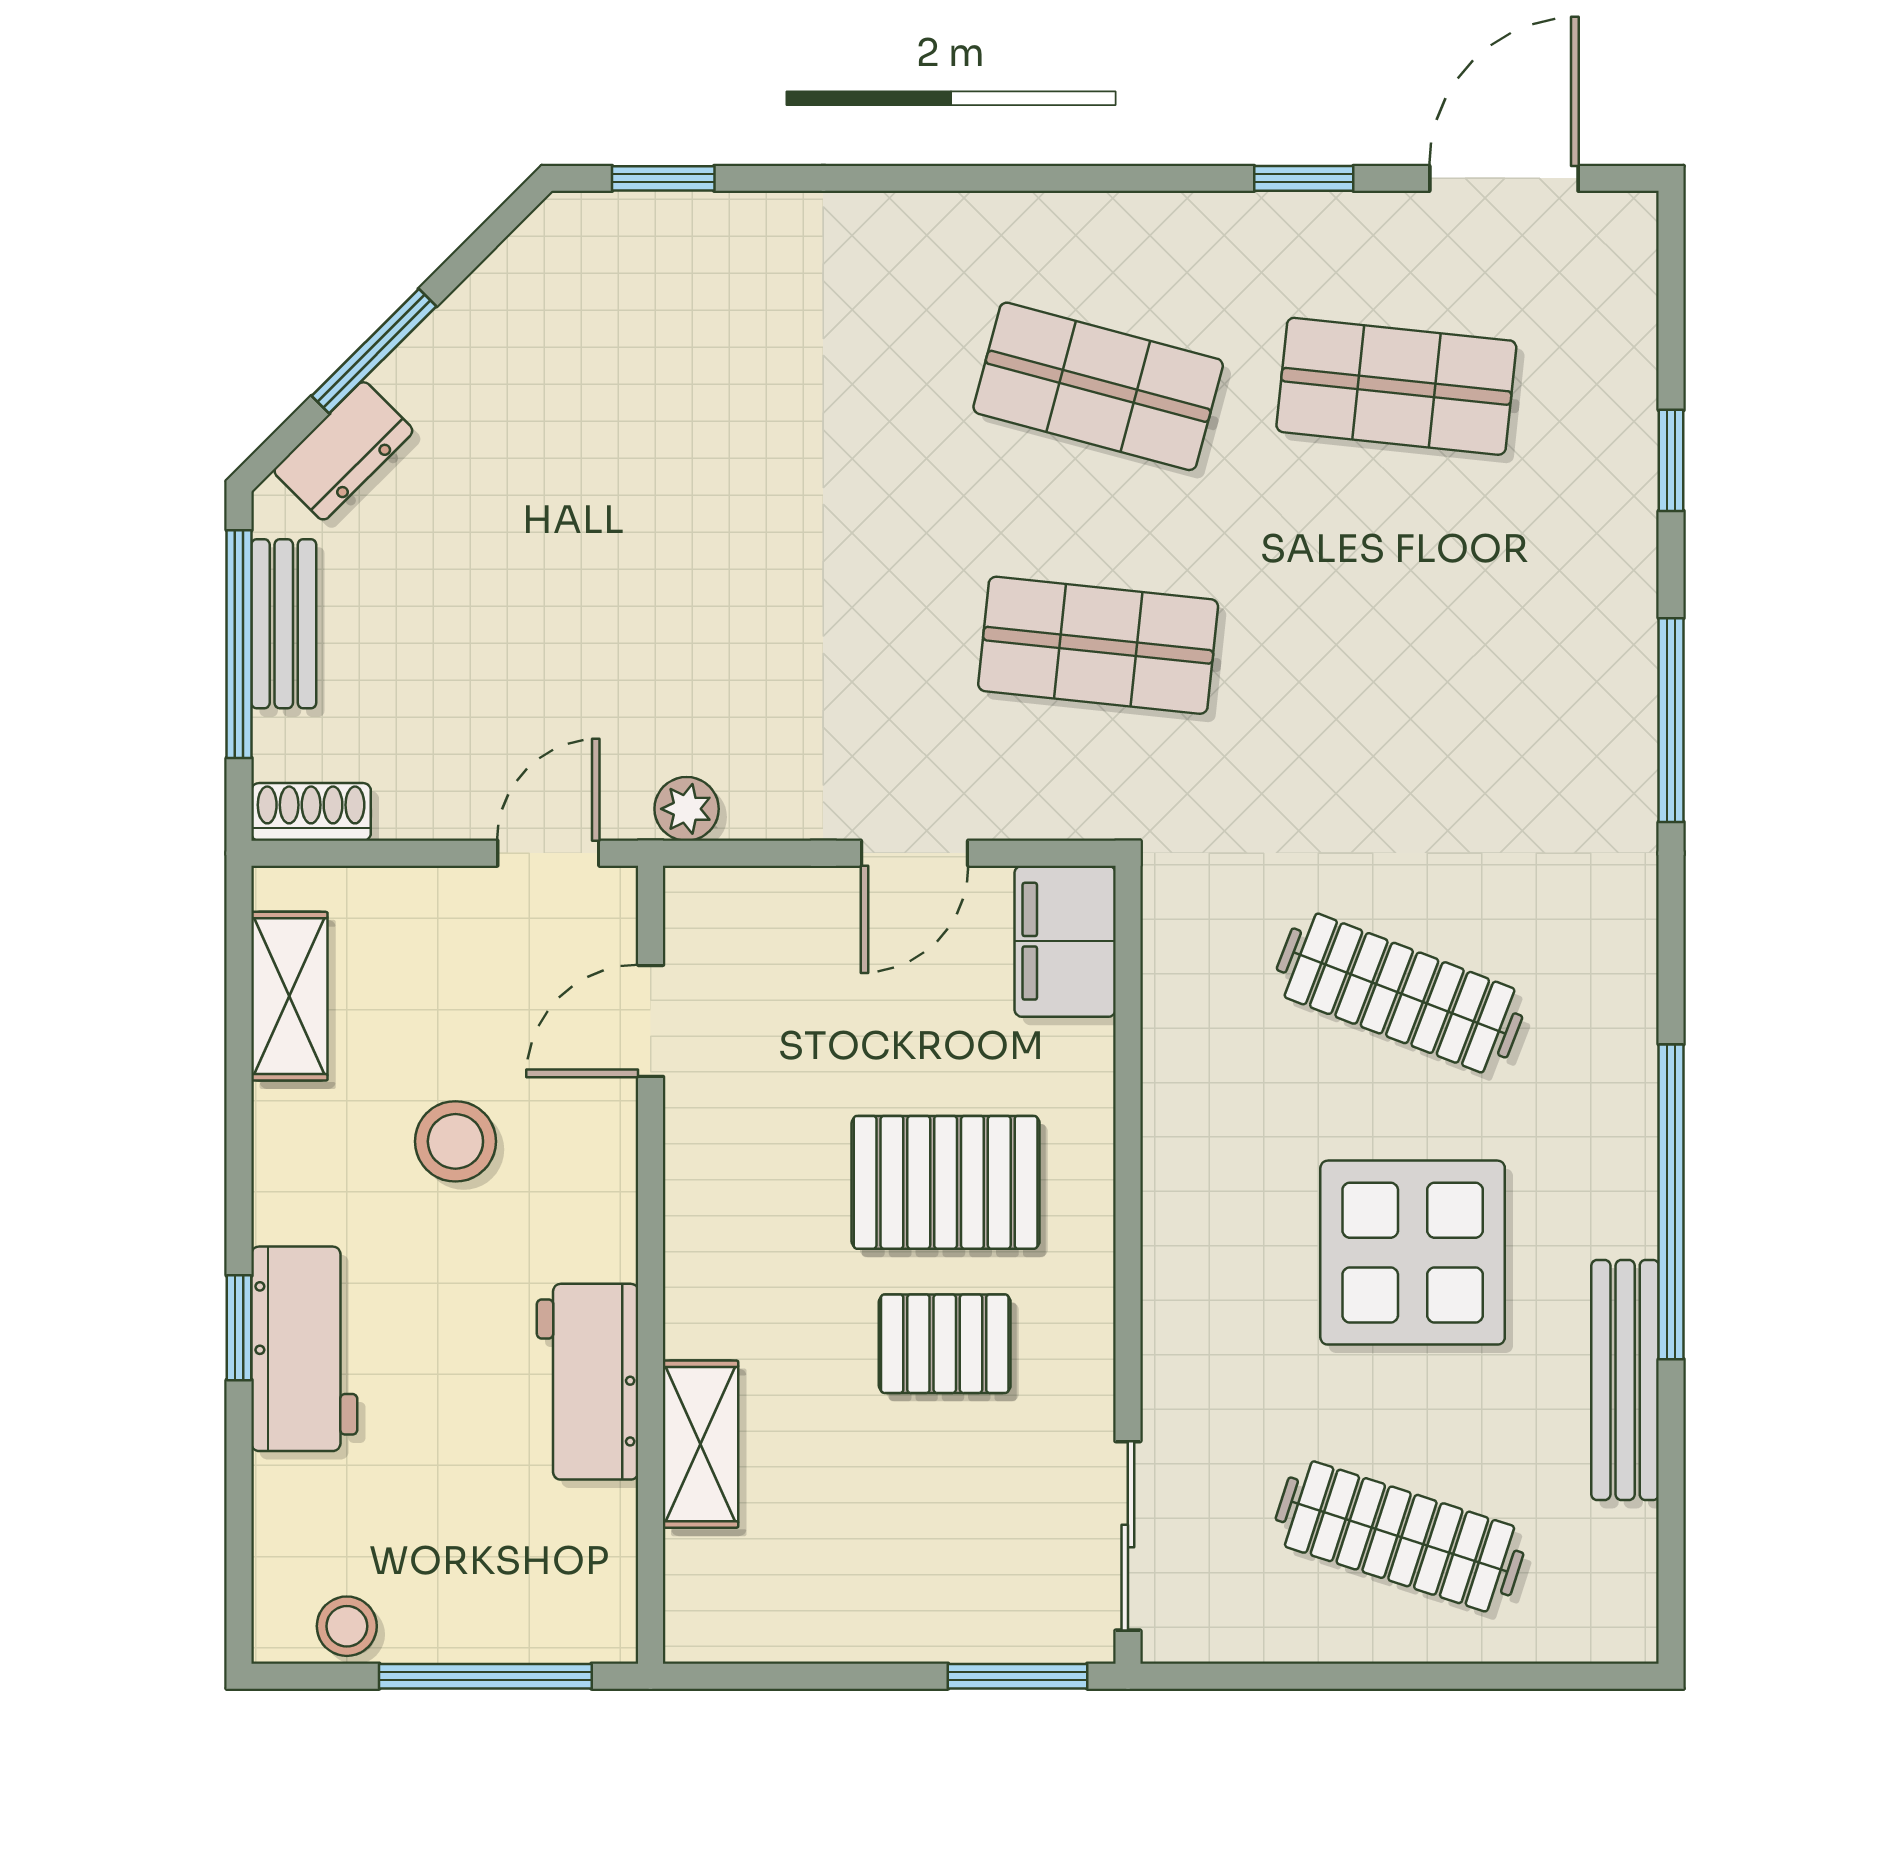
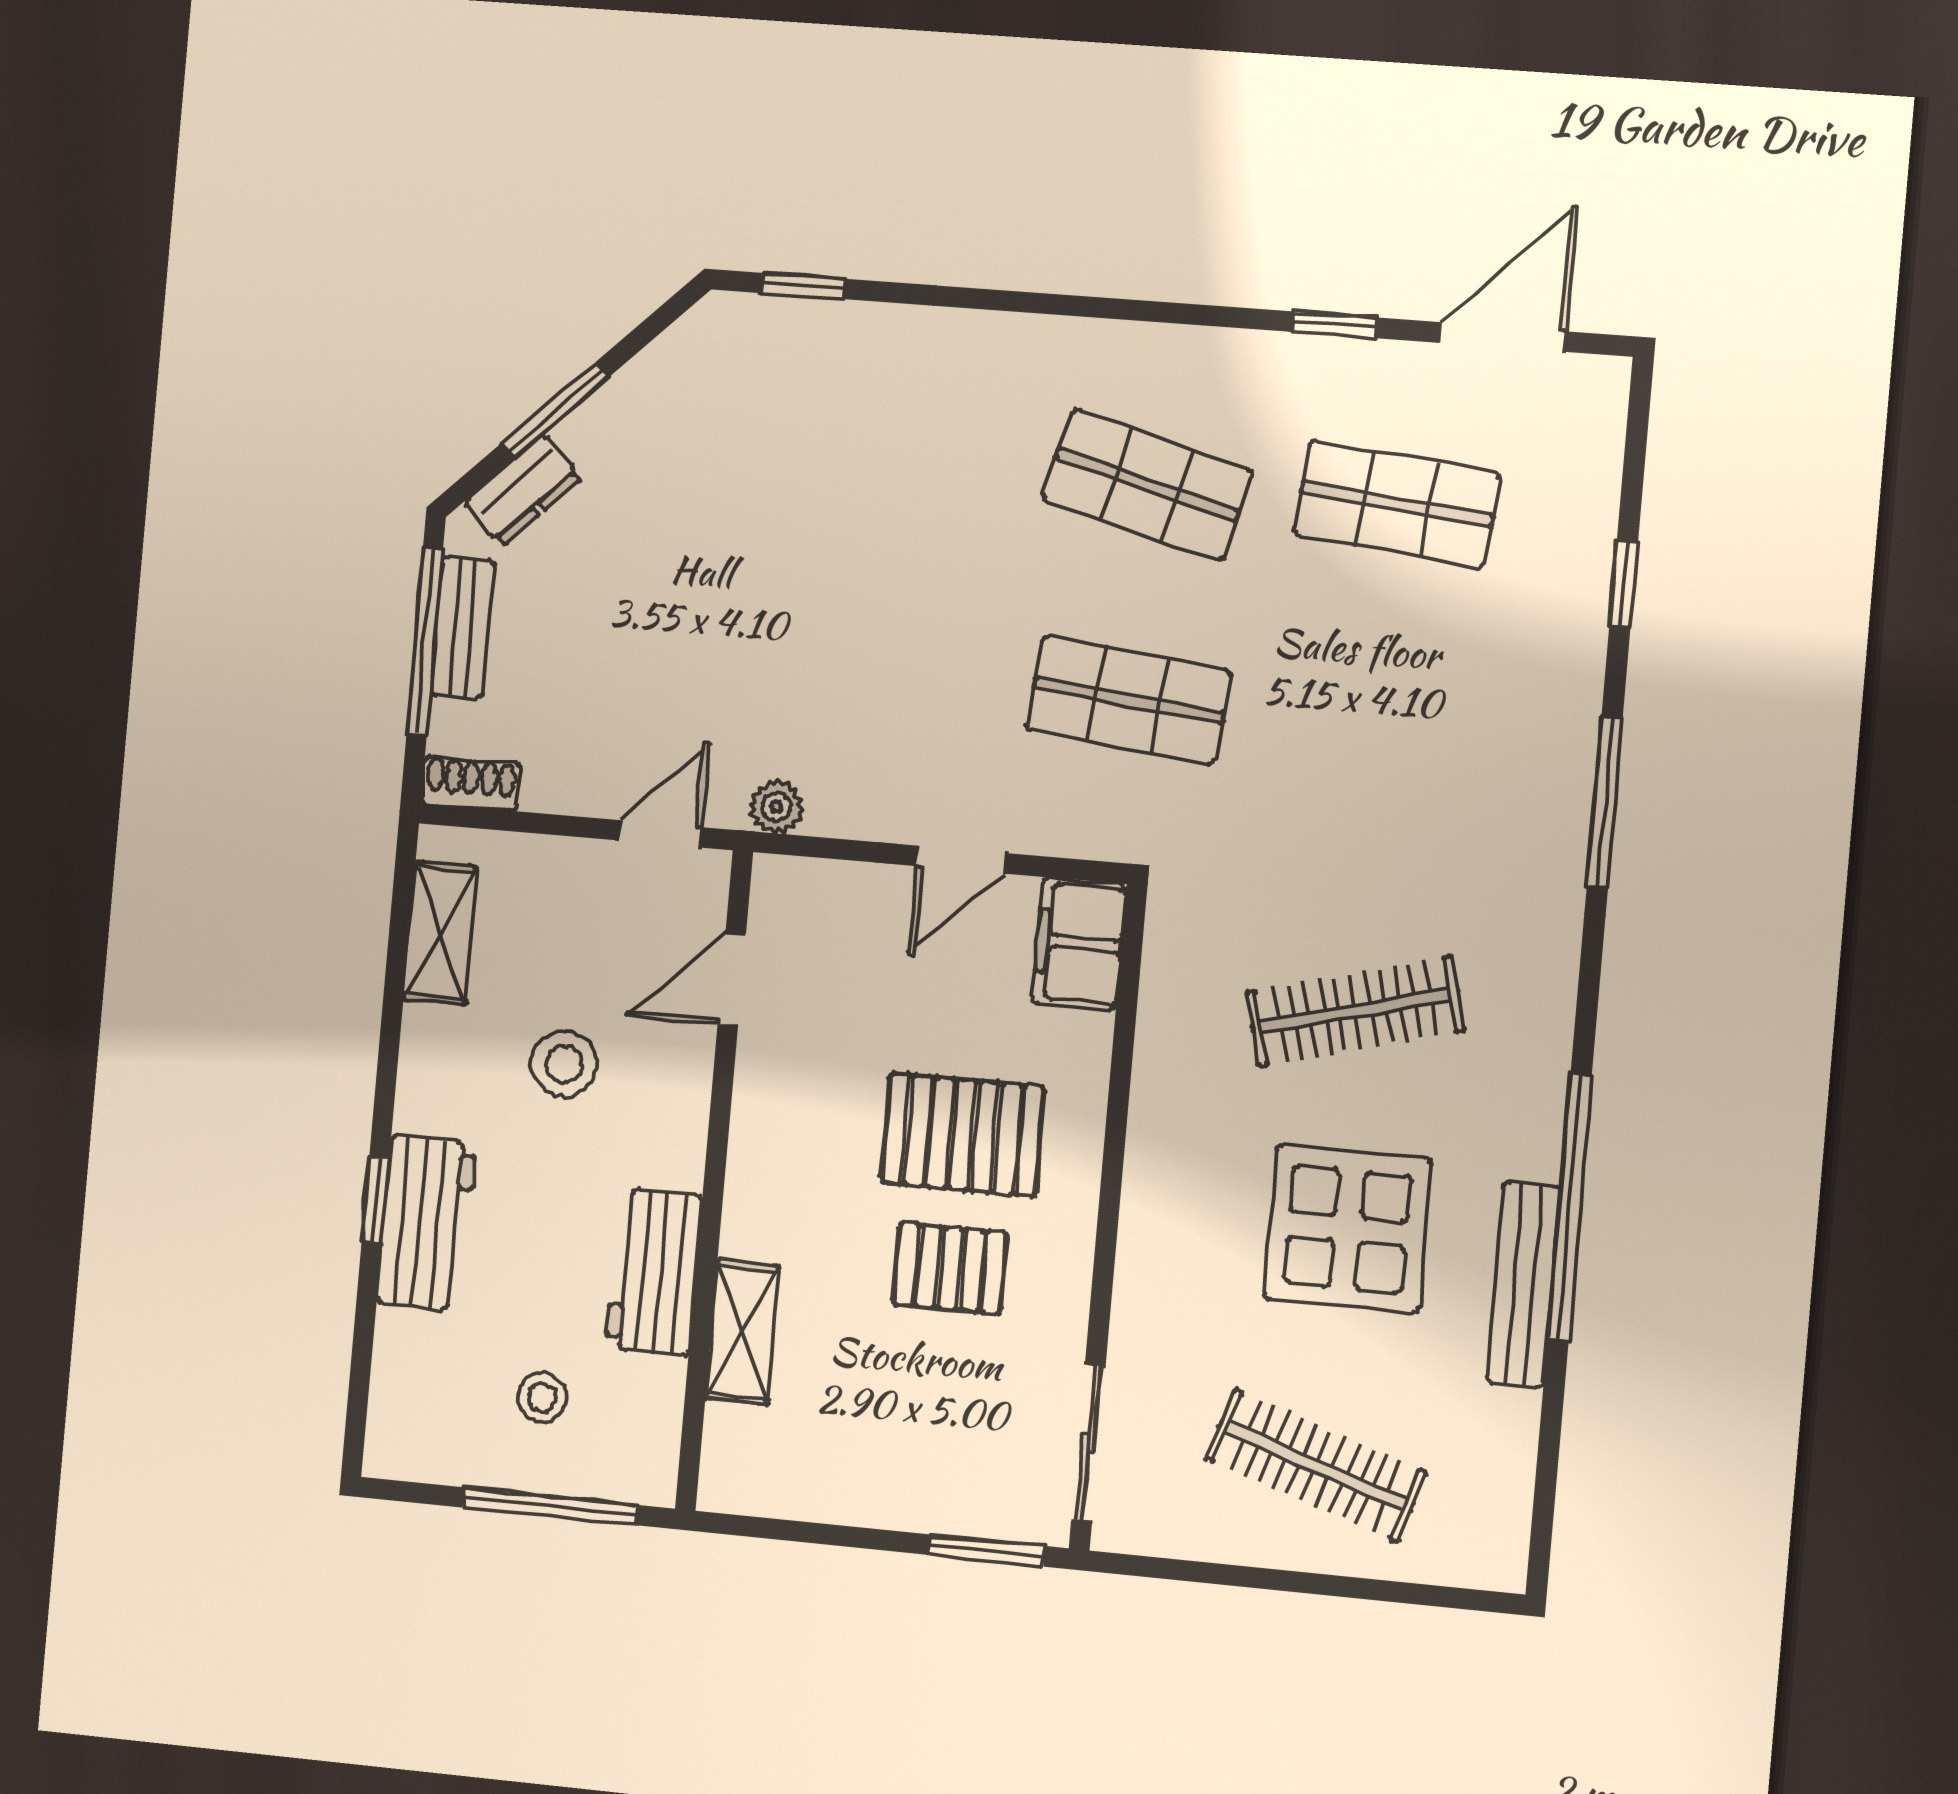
clothes rail: (1399, 993) -> (1355, 1011), turned -36
bench: (1625, 1380) -> (1524, 1285), moved
stool: (347, 1626) -> (542, 1397), moved

